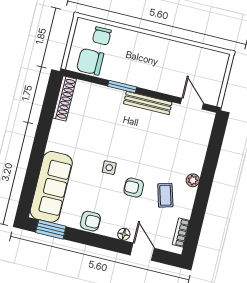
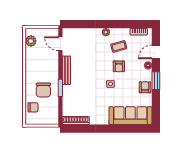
plant: (208, 58) -> (31, 41), added
chair: (90, 62) -> (43, 90), moved
door: (192, 104) -> (60, 44), hinge flipped
window: (51, 229) -> (156, 81), moved

